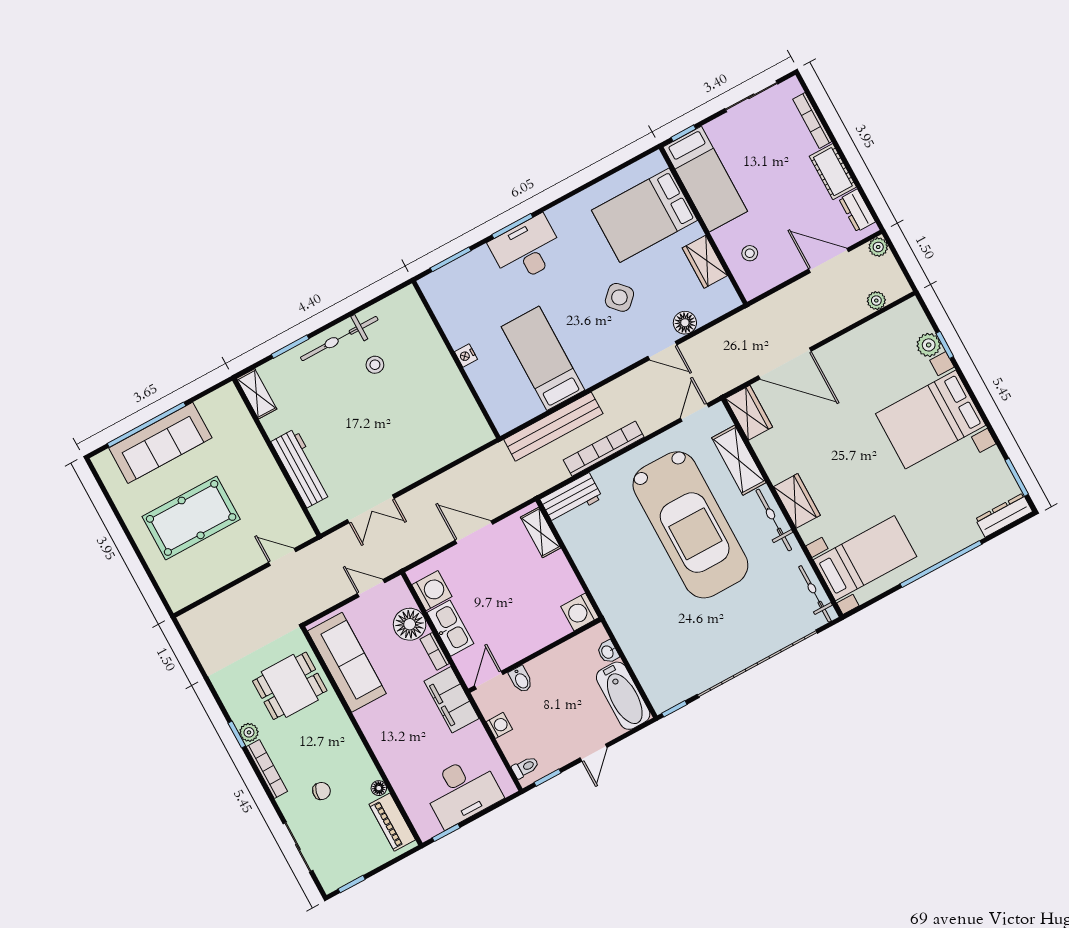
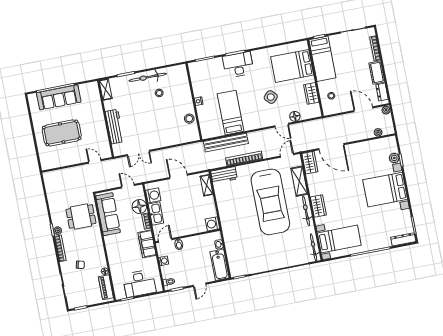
stool: (458, 400) -> (189, 119), added

